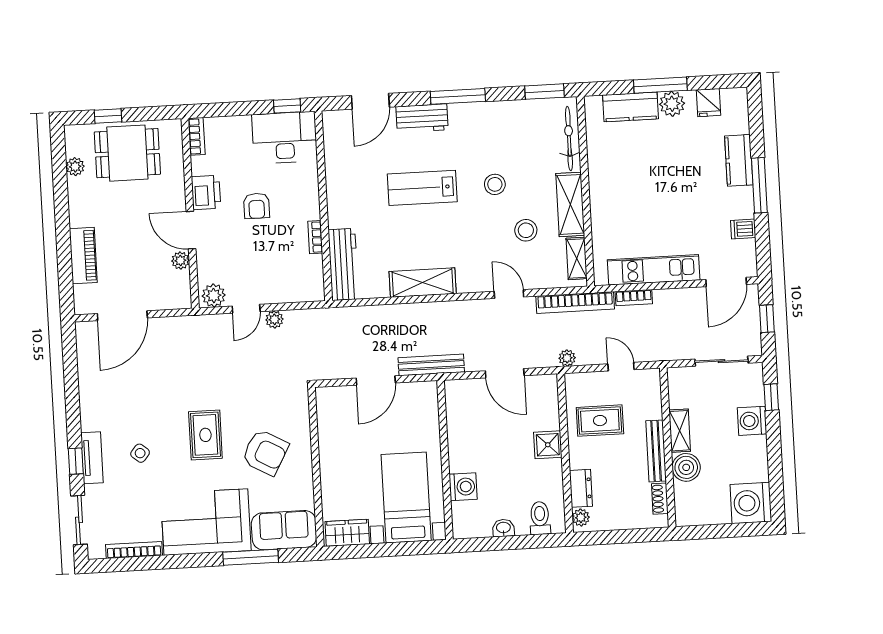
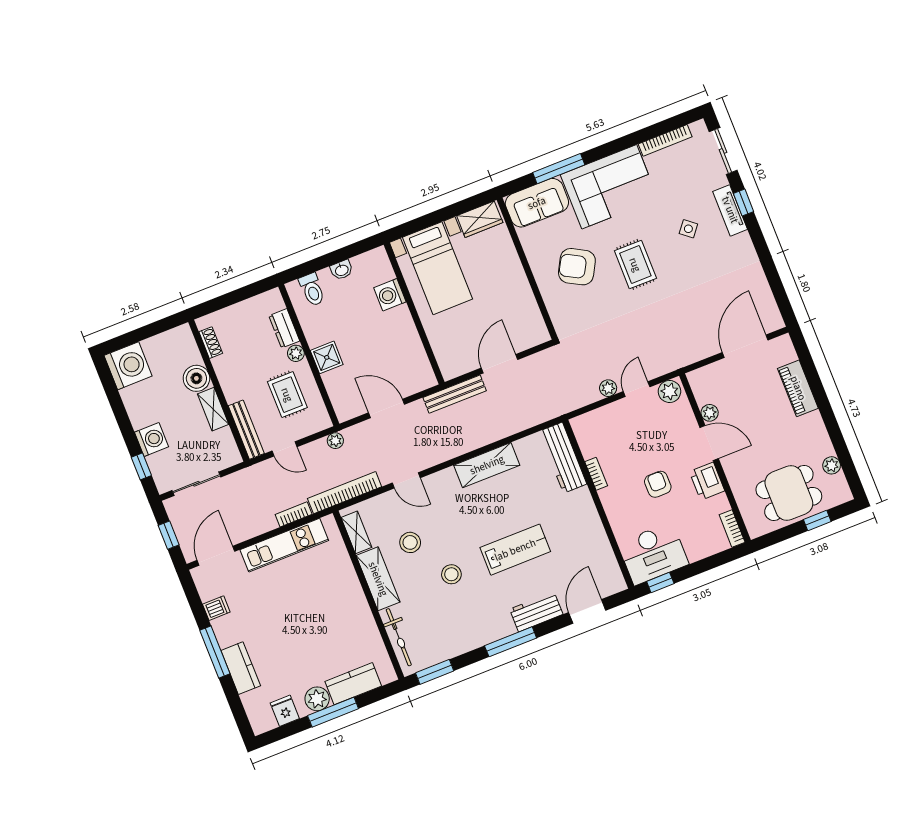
rug: (600, 421) -> (287, 395), turned 90
bench: (656, 451) -> (246, 430), moved
plant: (581, 518) -> (296, 353), moved

